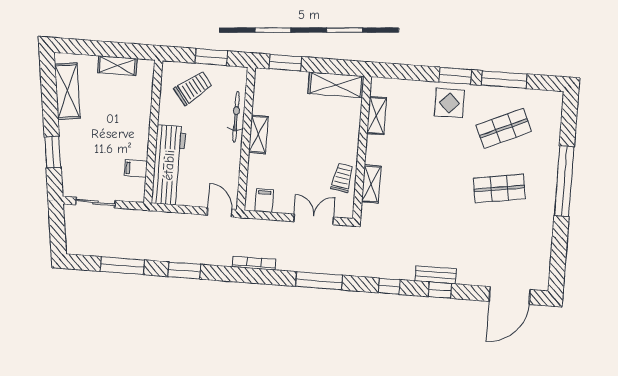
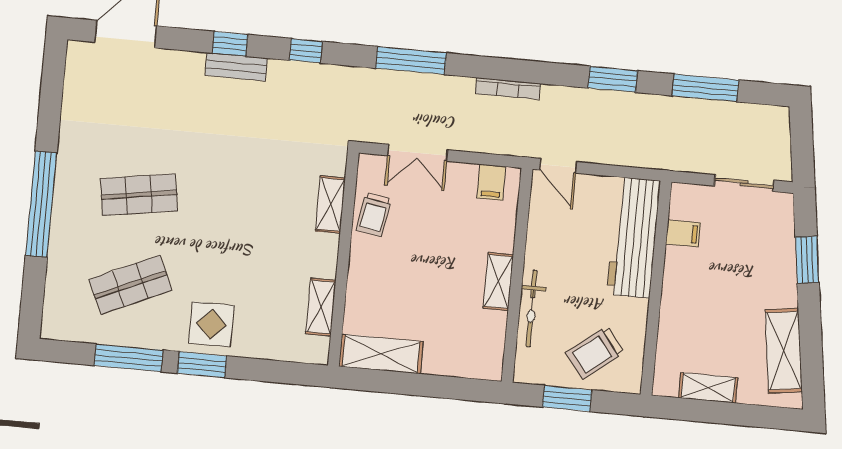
window: (285, 63) -> (456, 388), removed

